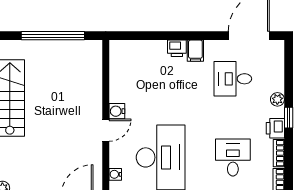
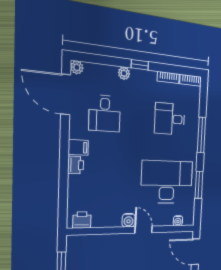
plant: (277, 47) -> (77, 67), added
printer: (275, 128) -> (82, 220), moved, turned 180

